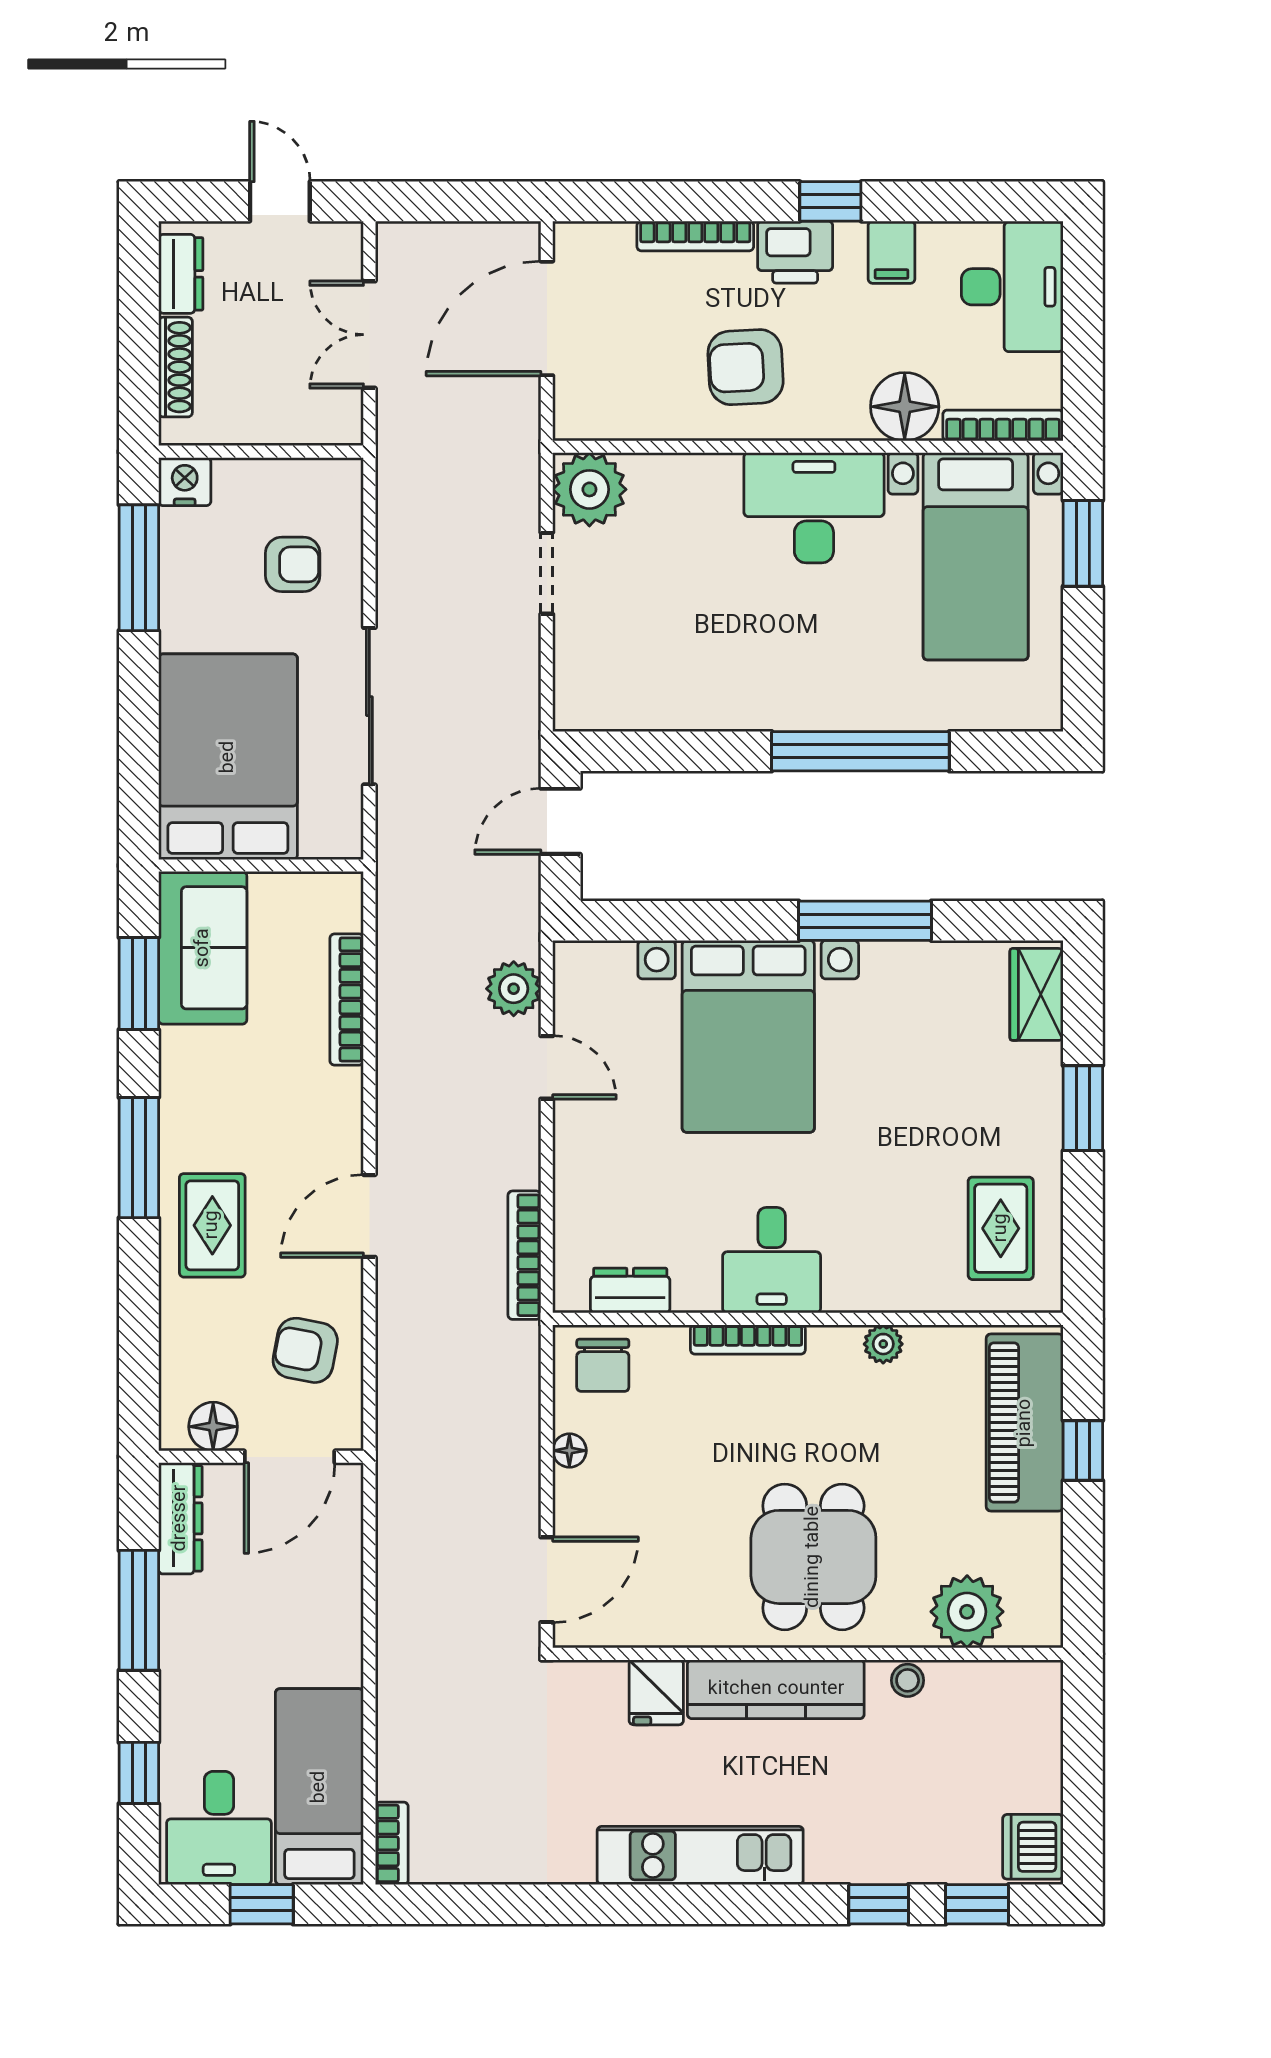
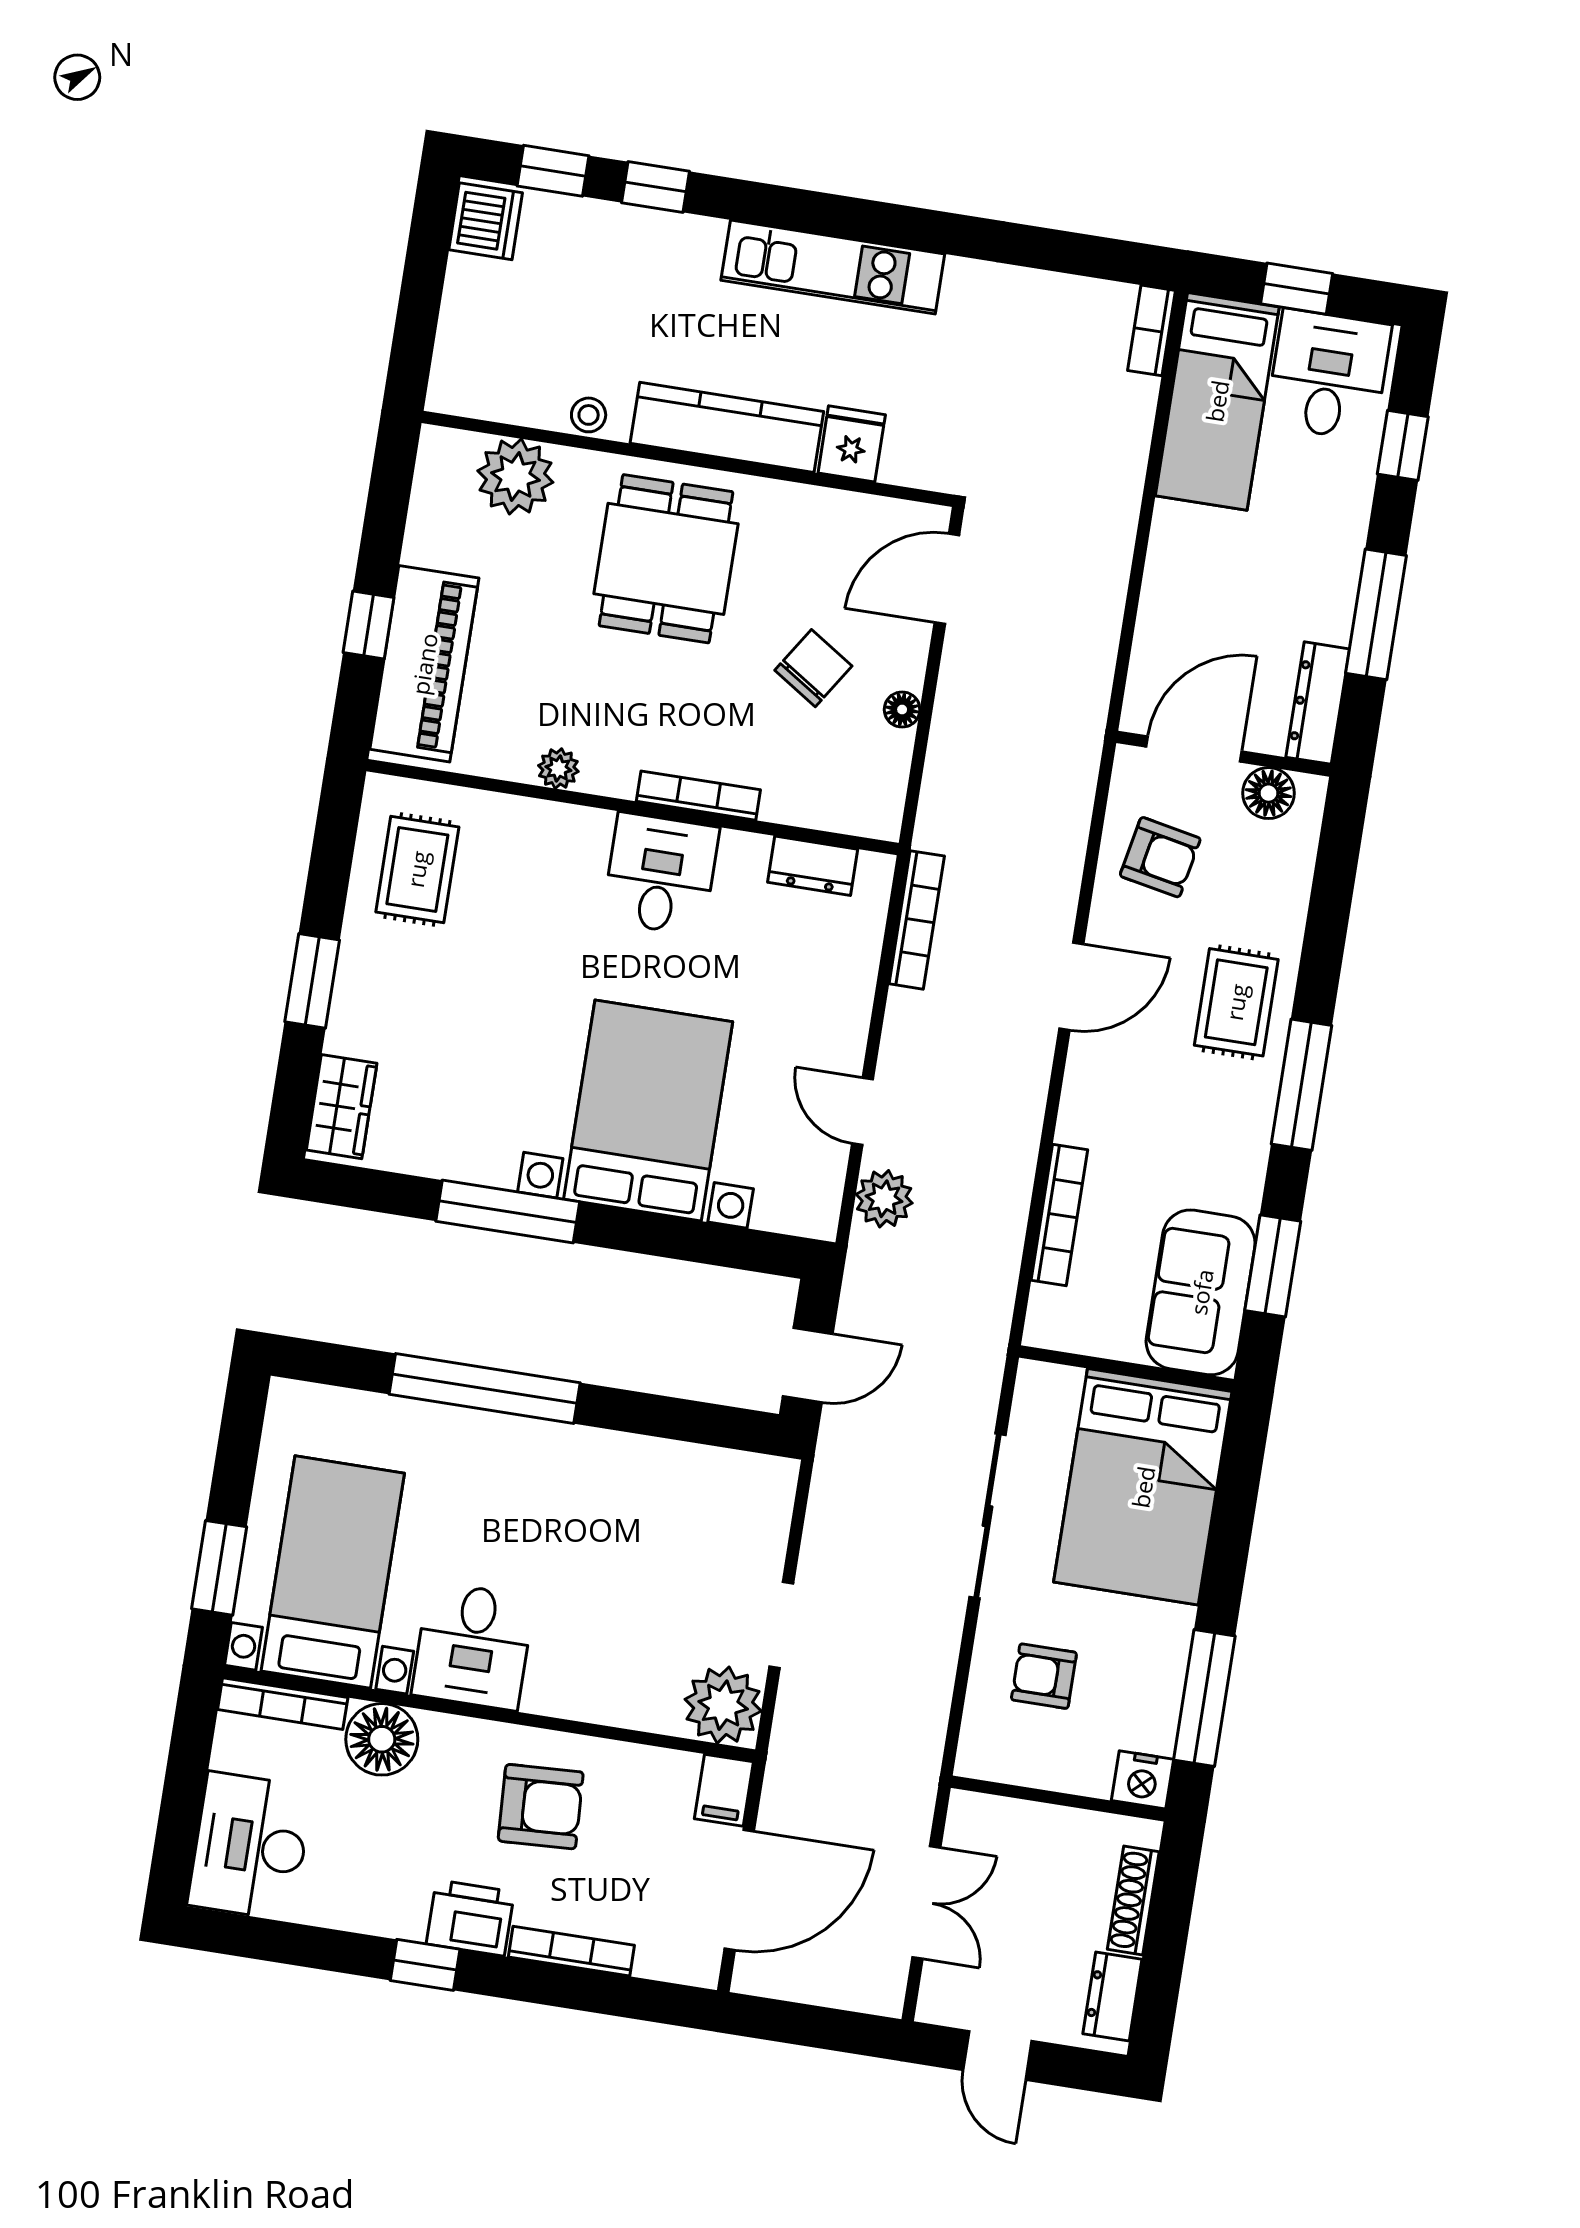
filing cabinet: (892, 252) -> (724, 1790), moved, turned 180
desk: (814, 508) -> (473, 1646), width x0.73
chair: (603, 1365) -> (813, 668), moved, turned 33

